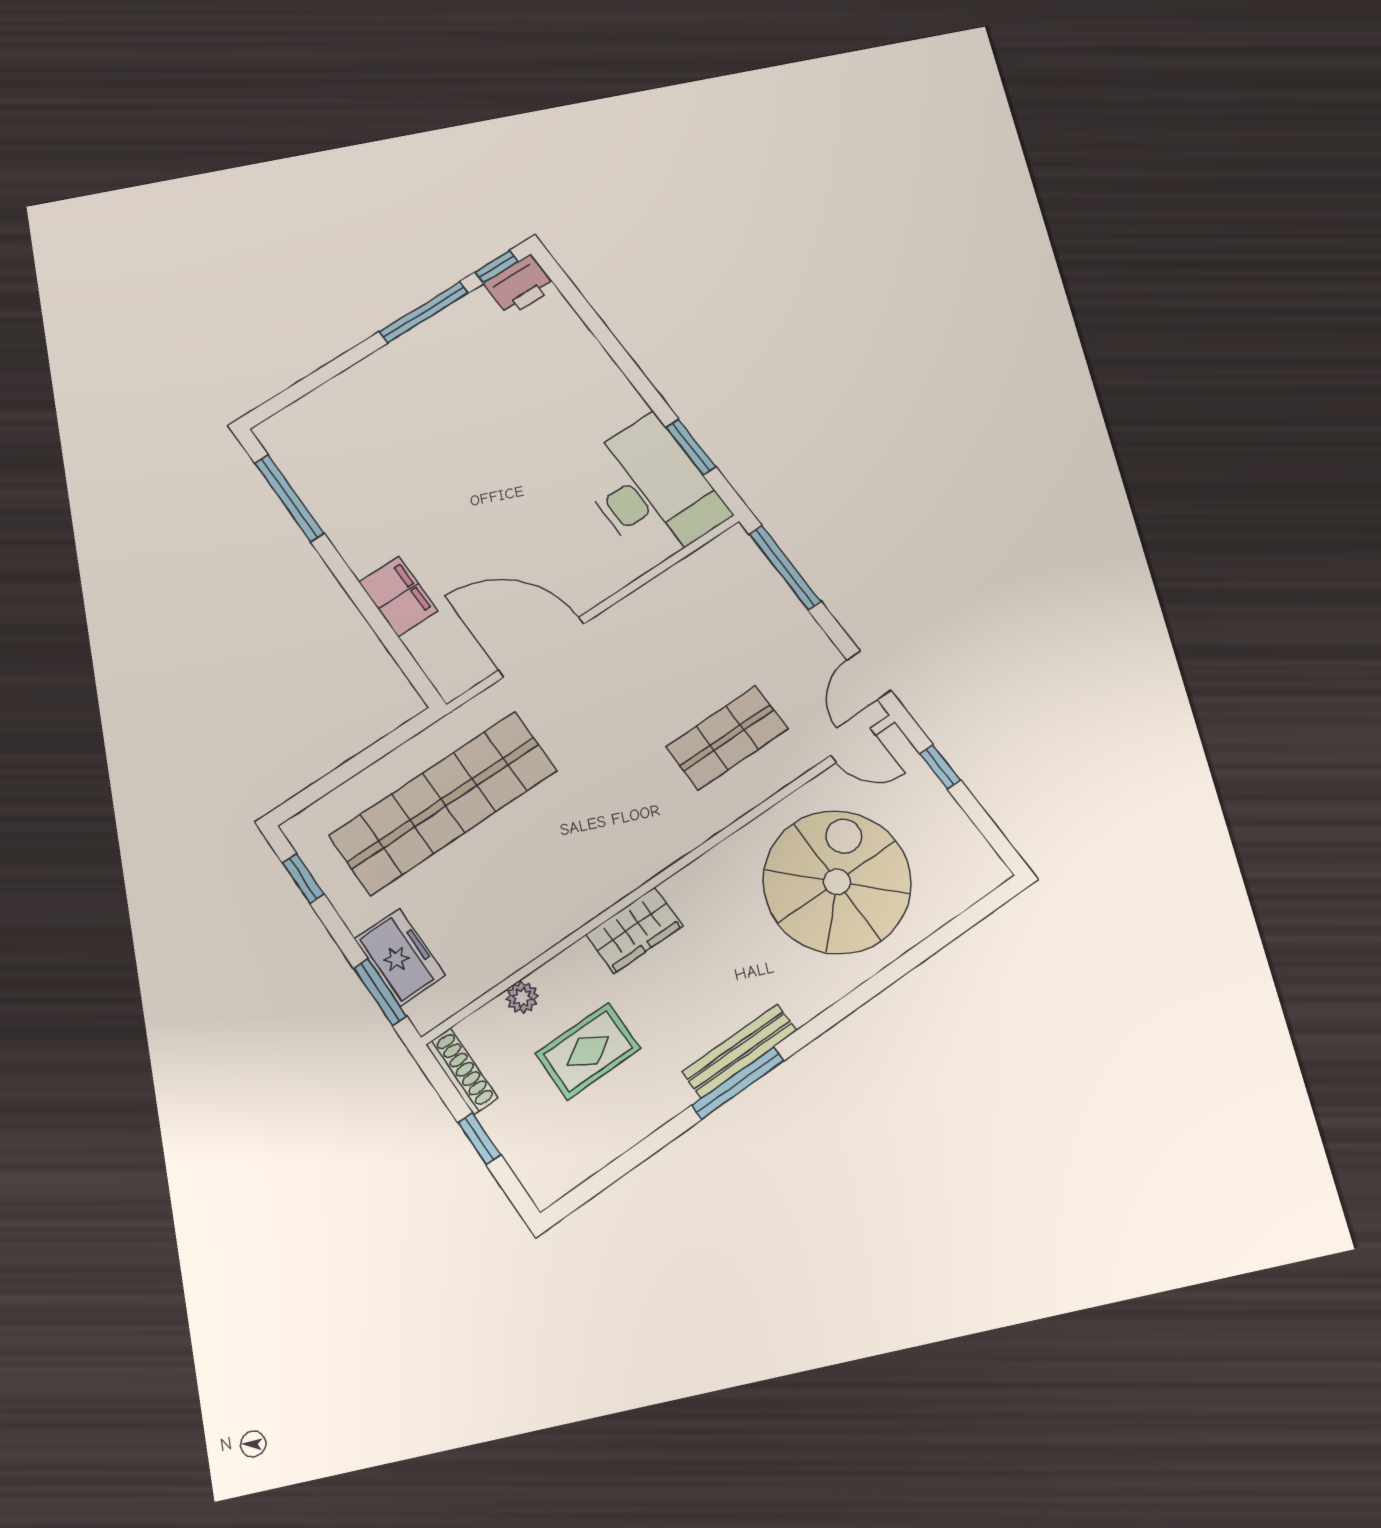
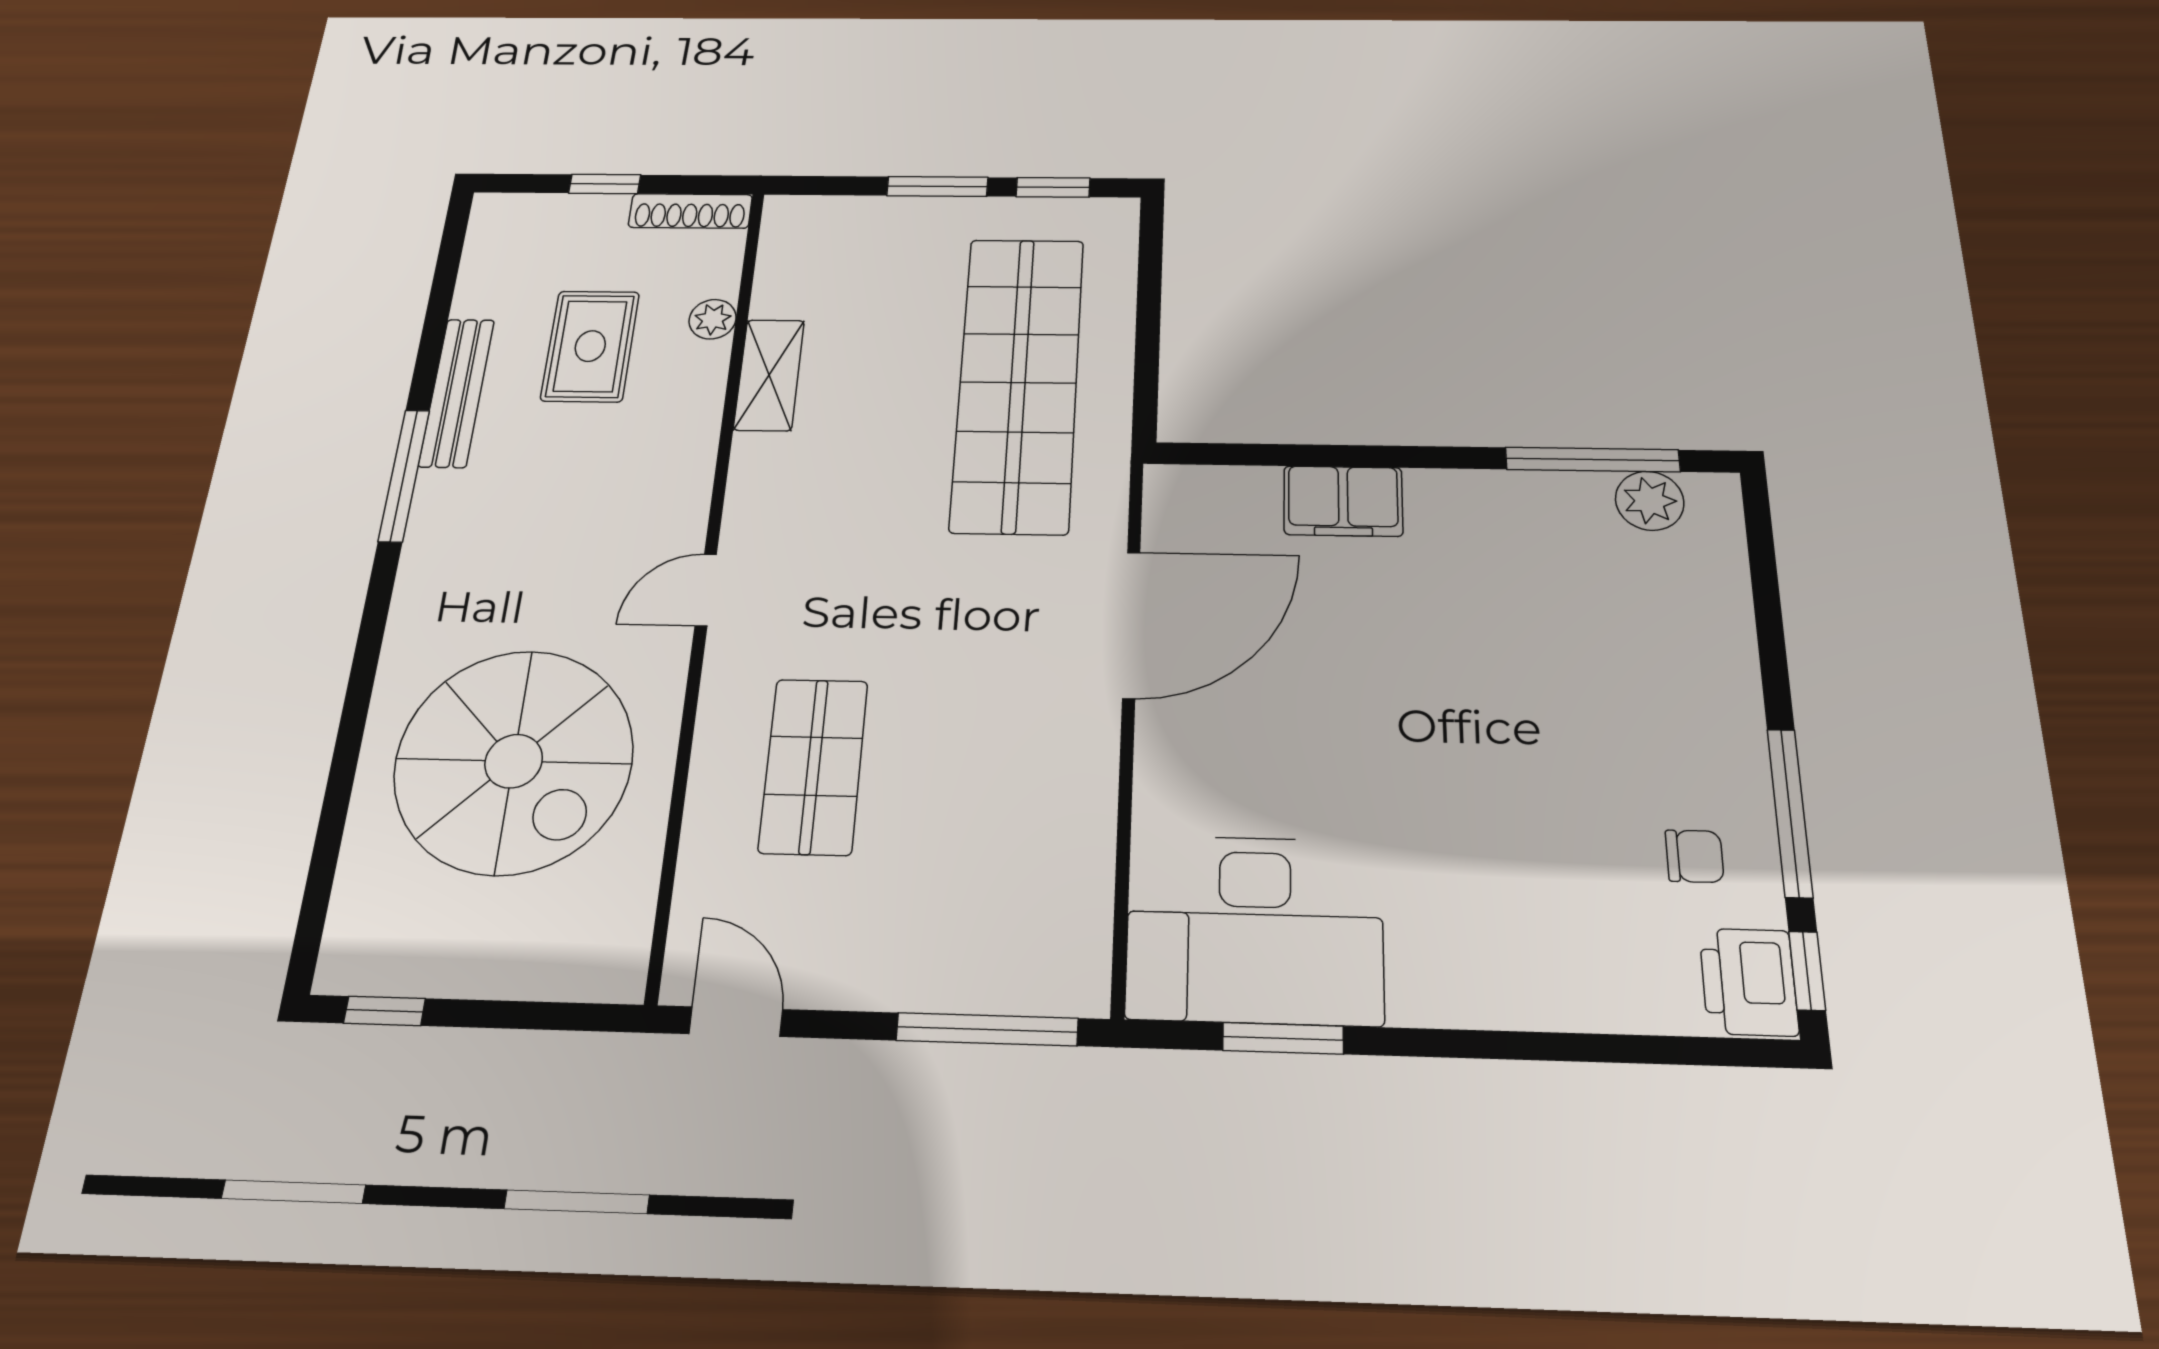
chair: (475, 338) -> (1695, 856), added
plant: (295, 459) -> (1650, 501), added
door: (853, 745) -> (706, 590), moved
window: (940, 767) -> (385, 1011), moved
wardrobe: (634, 930) -> (676, 486), removed
shelving: (534, 937) -> (769, 375), added
freezer: (400, 957) -> (874, 227), removed
window: (380, 992) -> (937, 186), moved
bench: (740, 1051) -> (457, 393), moved

